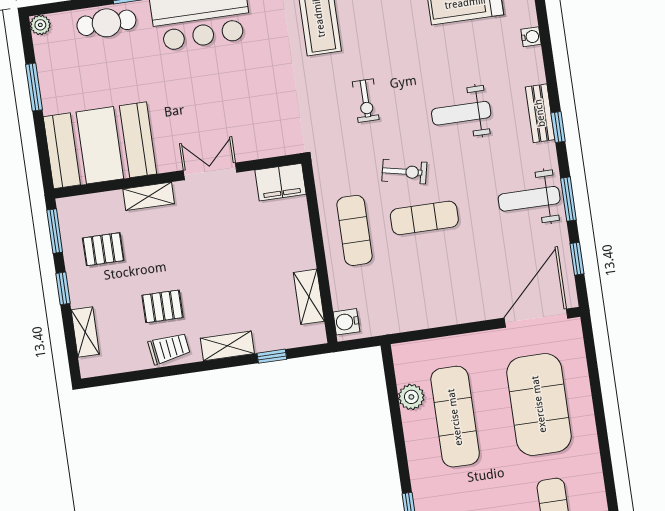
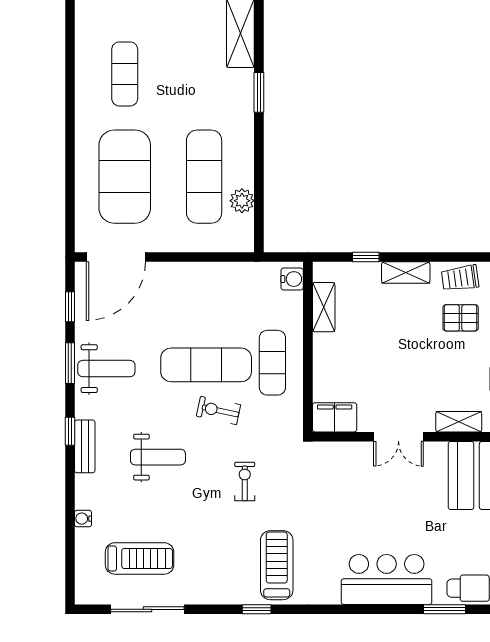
exercise mat: (424, 218) -> (206, 365), width x1.36, depth x1.45

